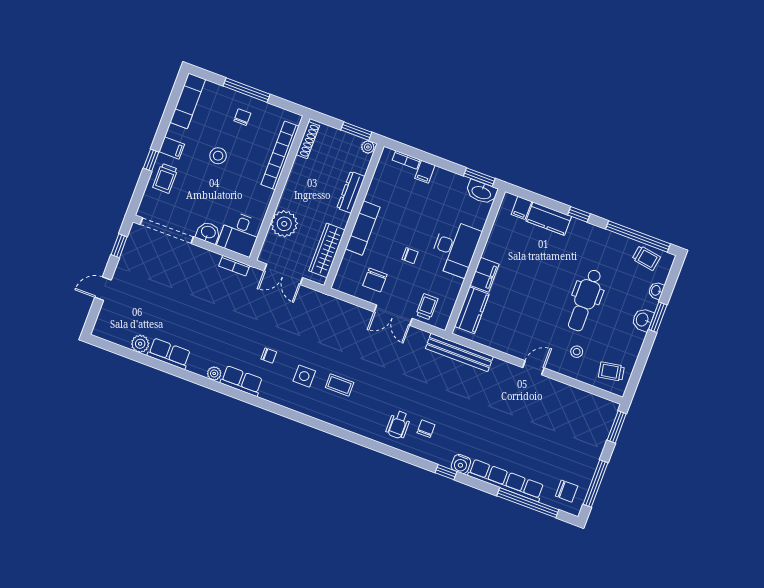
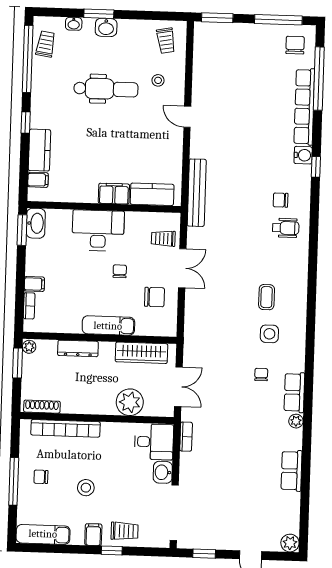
plant: (140, 344) -> (290, 543), moved

